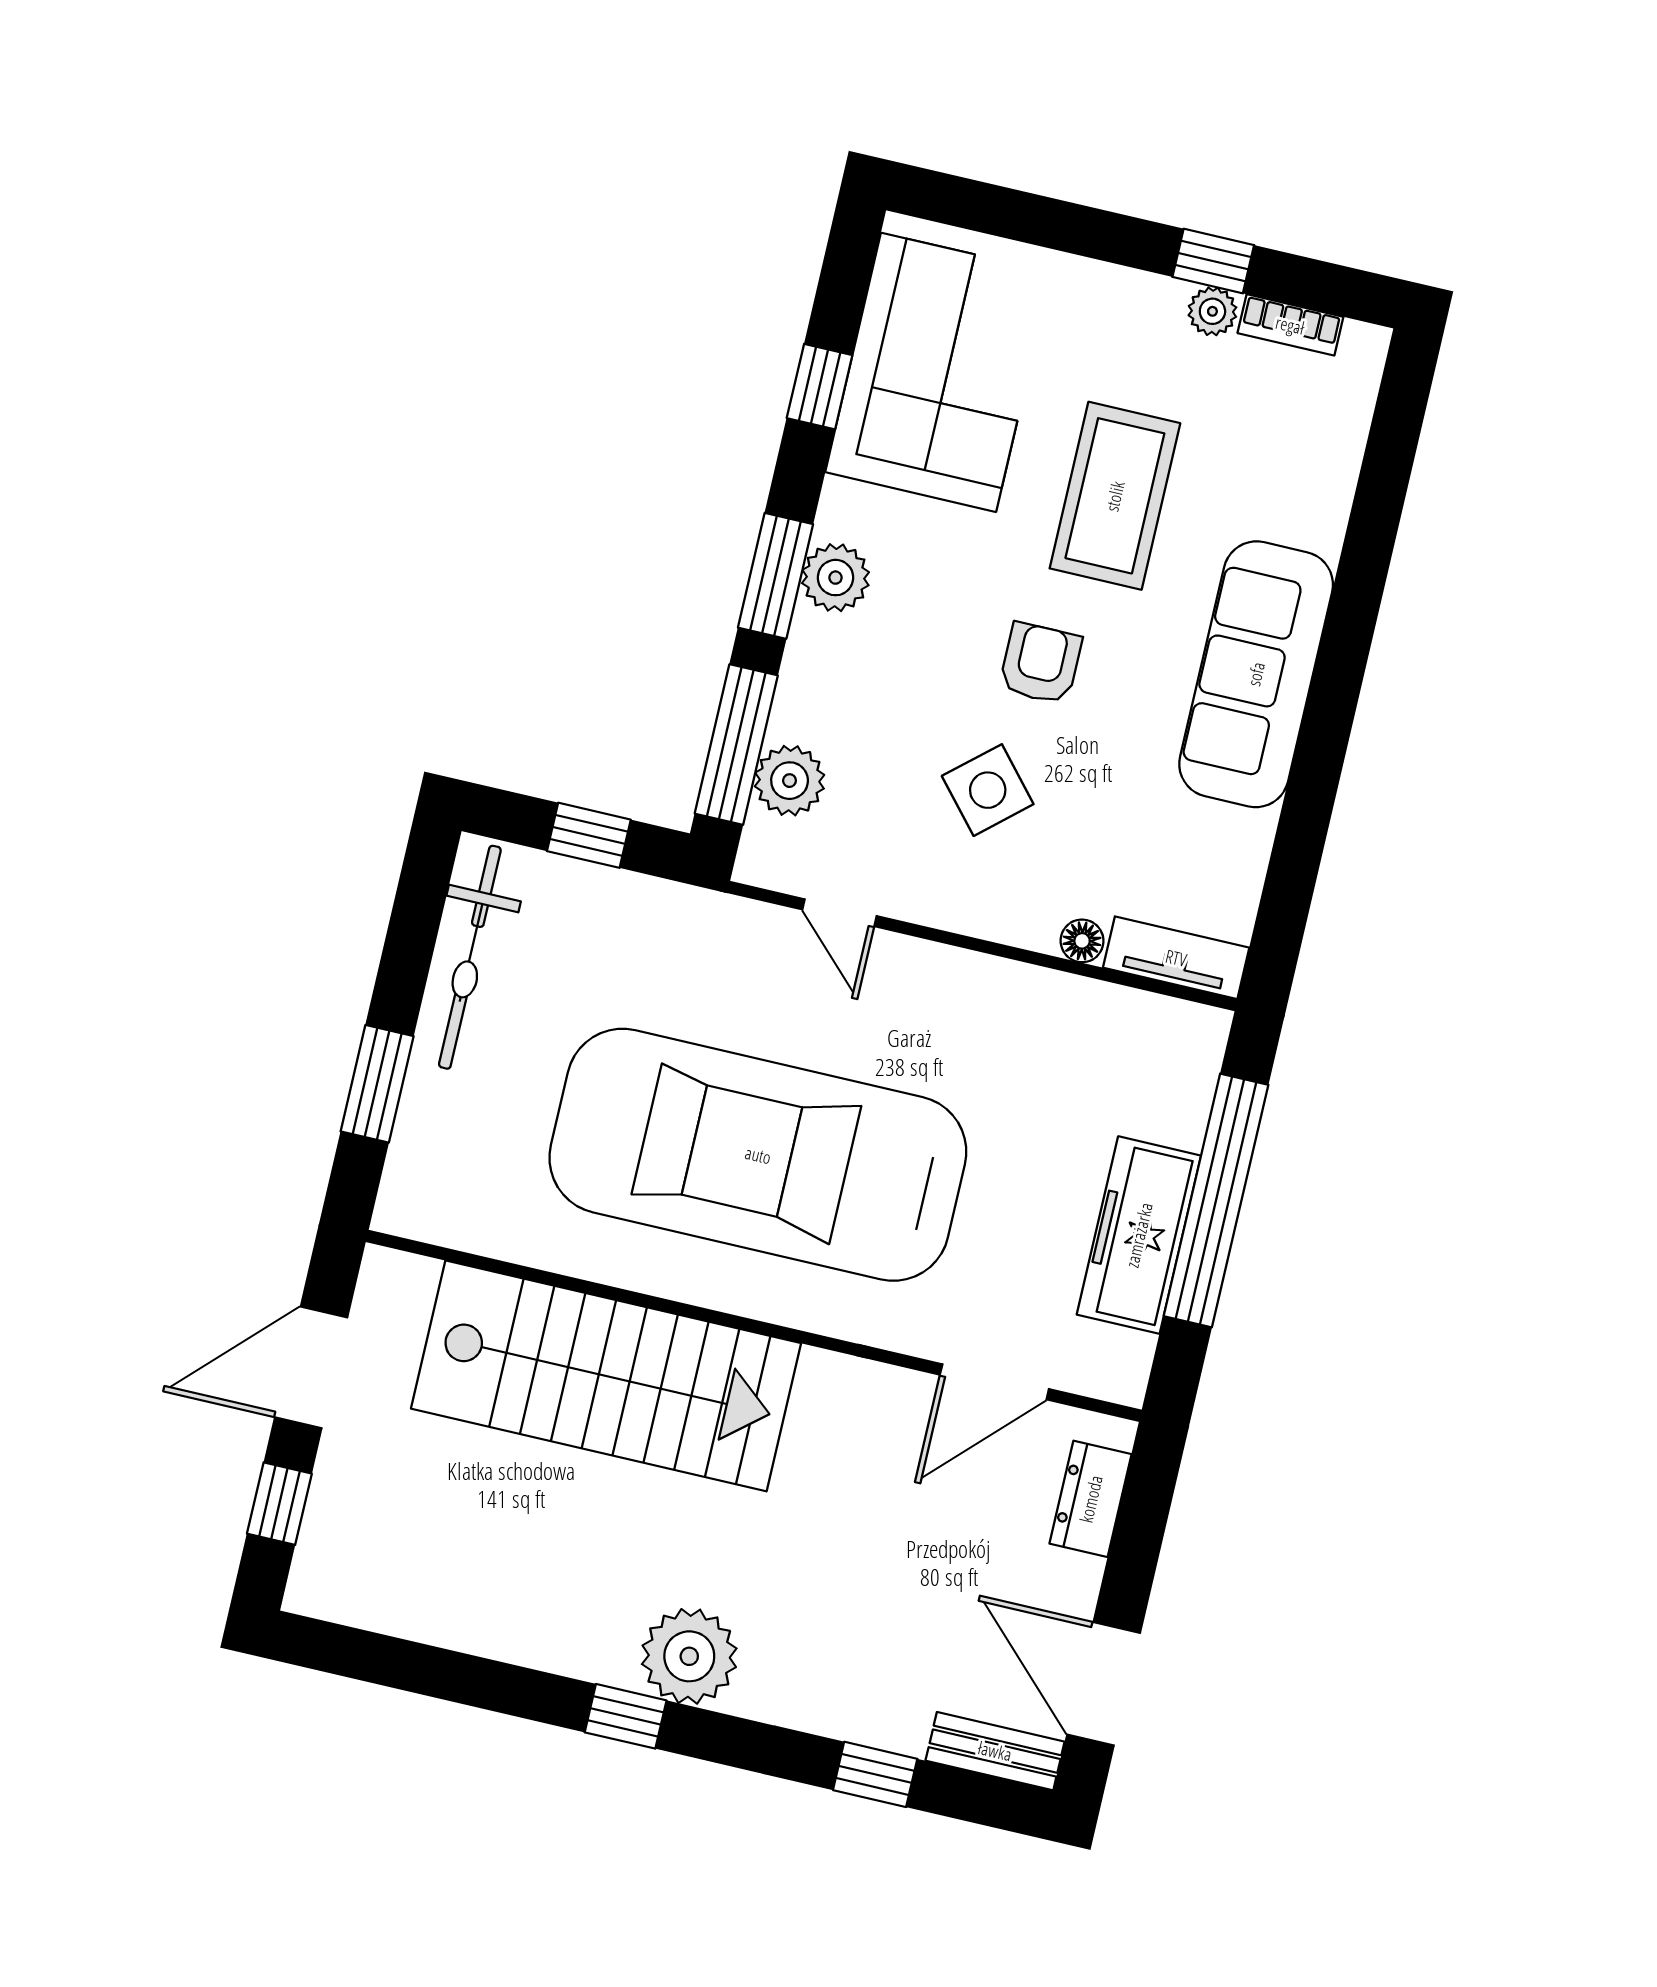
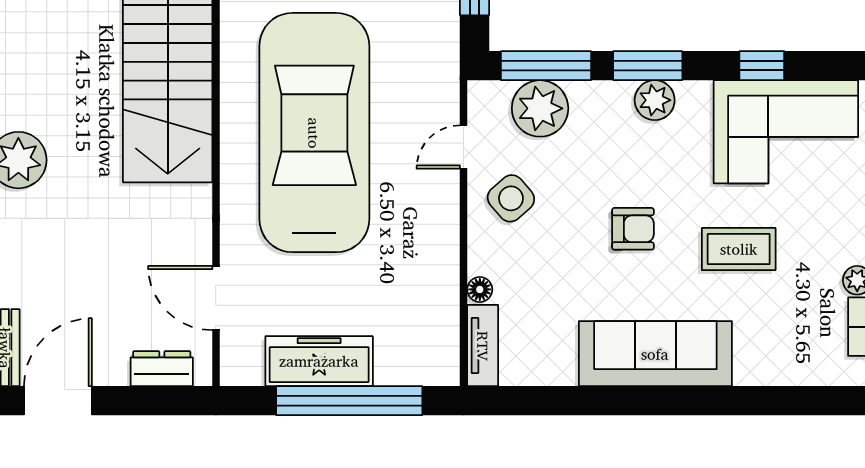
coffee table: (1115, 496) -> (739, 249), width x0.73, depth x0.76
plant: (790, 781) -> (540, 108), width x1.36, depth x1.36
side table: (988, 790) -> (511, 198), moved

